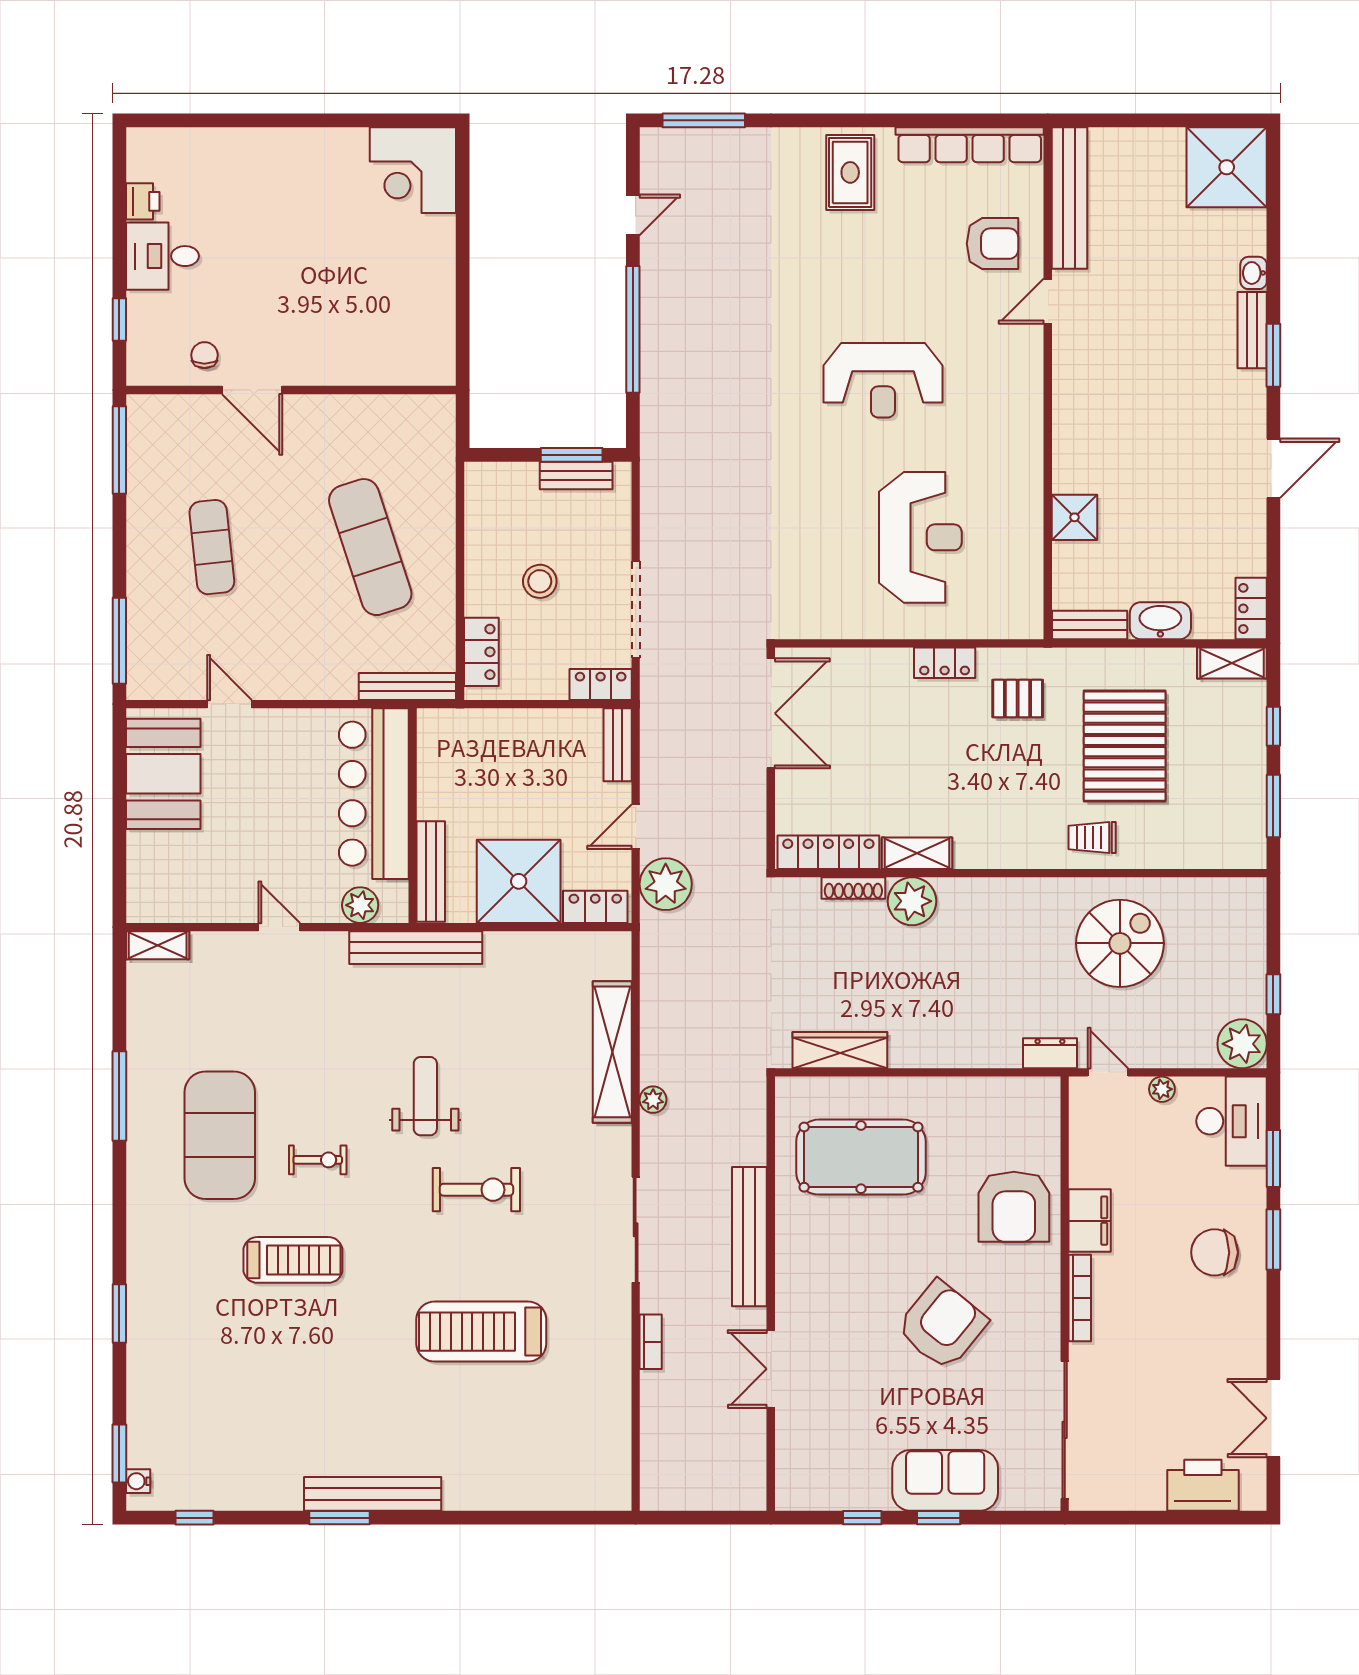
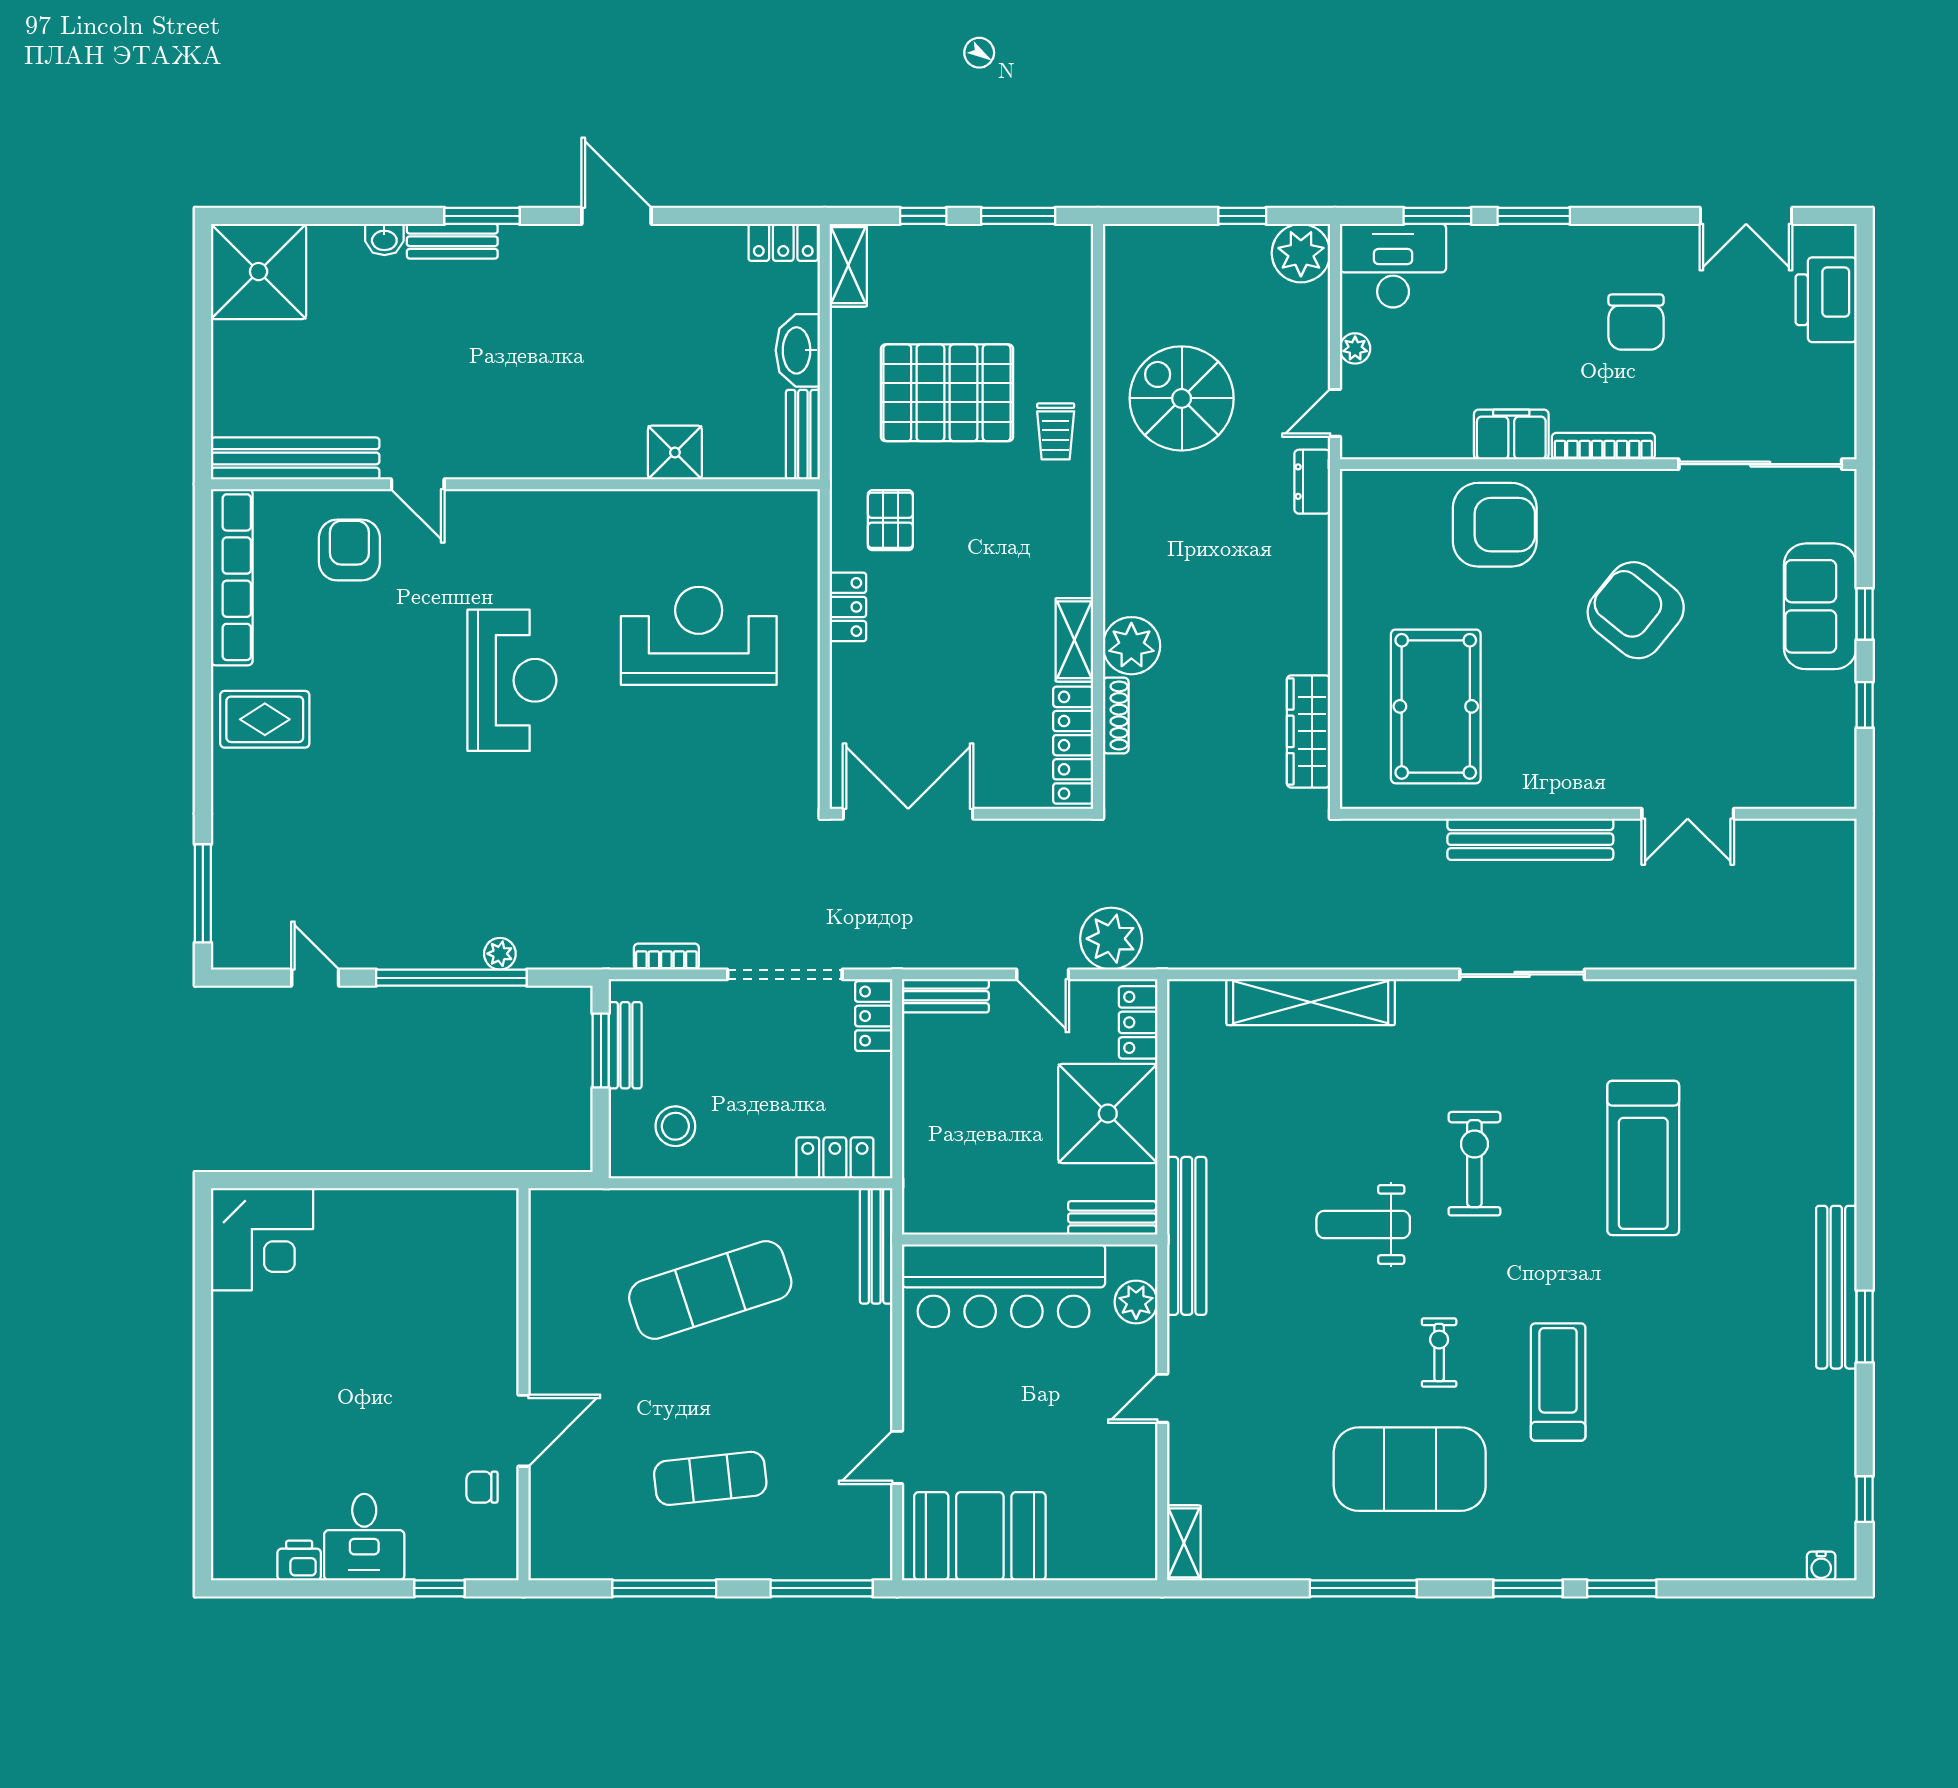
window: (119, 450) -> (664, 1588), moved
stool: (540, 581) -> (675, 1126), moved
bench: (431, 872) -> (1112, 1218), width x0.73
plant: (653, 1100) -> (500, 954), moved
chair: (1215, 1252) -> (1636, 322), moved
bookcase: (651, 1342) -> (666, 957), moved
window: (119, 1453) -> (1528, 1588), moved

